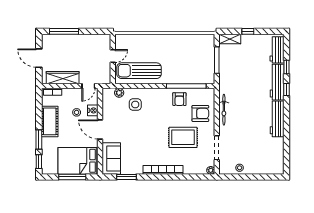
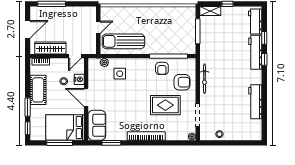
door: (39, 58) -> (28, 29), swing flipped
workbench: (277, 119) -> (255, 102), moved

